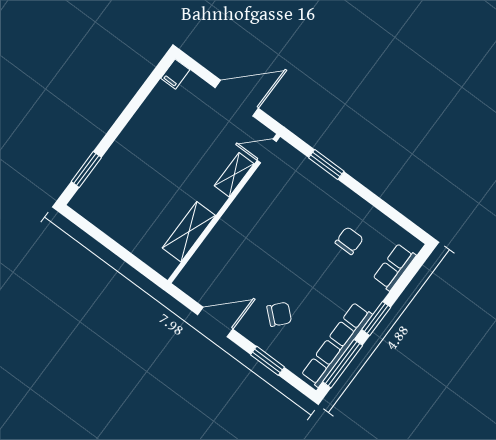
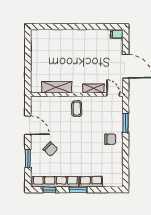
window: (86, 169) -> (51, 27), removed
coffee table: (246, 225) -> (77, 109), added
chair: (349, 241) -> (110, 139), moved
row of seats: (394, 267) -> (91, 182), moved
window: (343, 364) -> (49, 190), width x0.46

